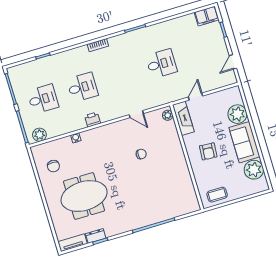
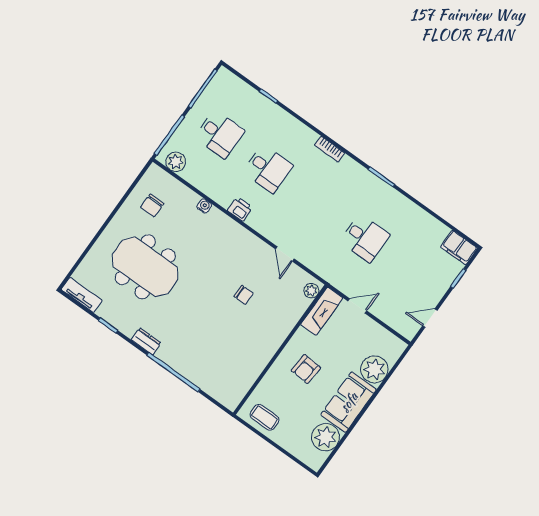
dresser: (96, 236) -> (146, 341), moved

